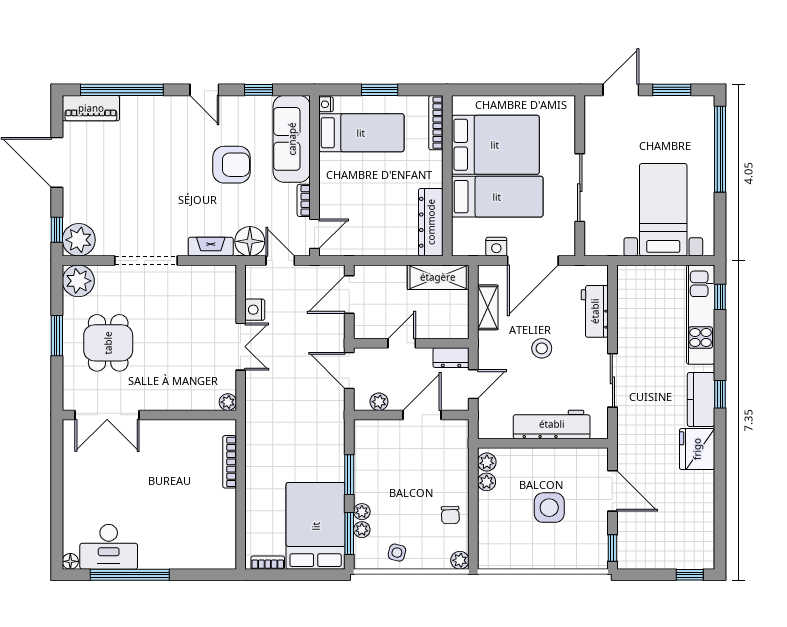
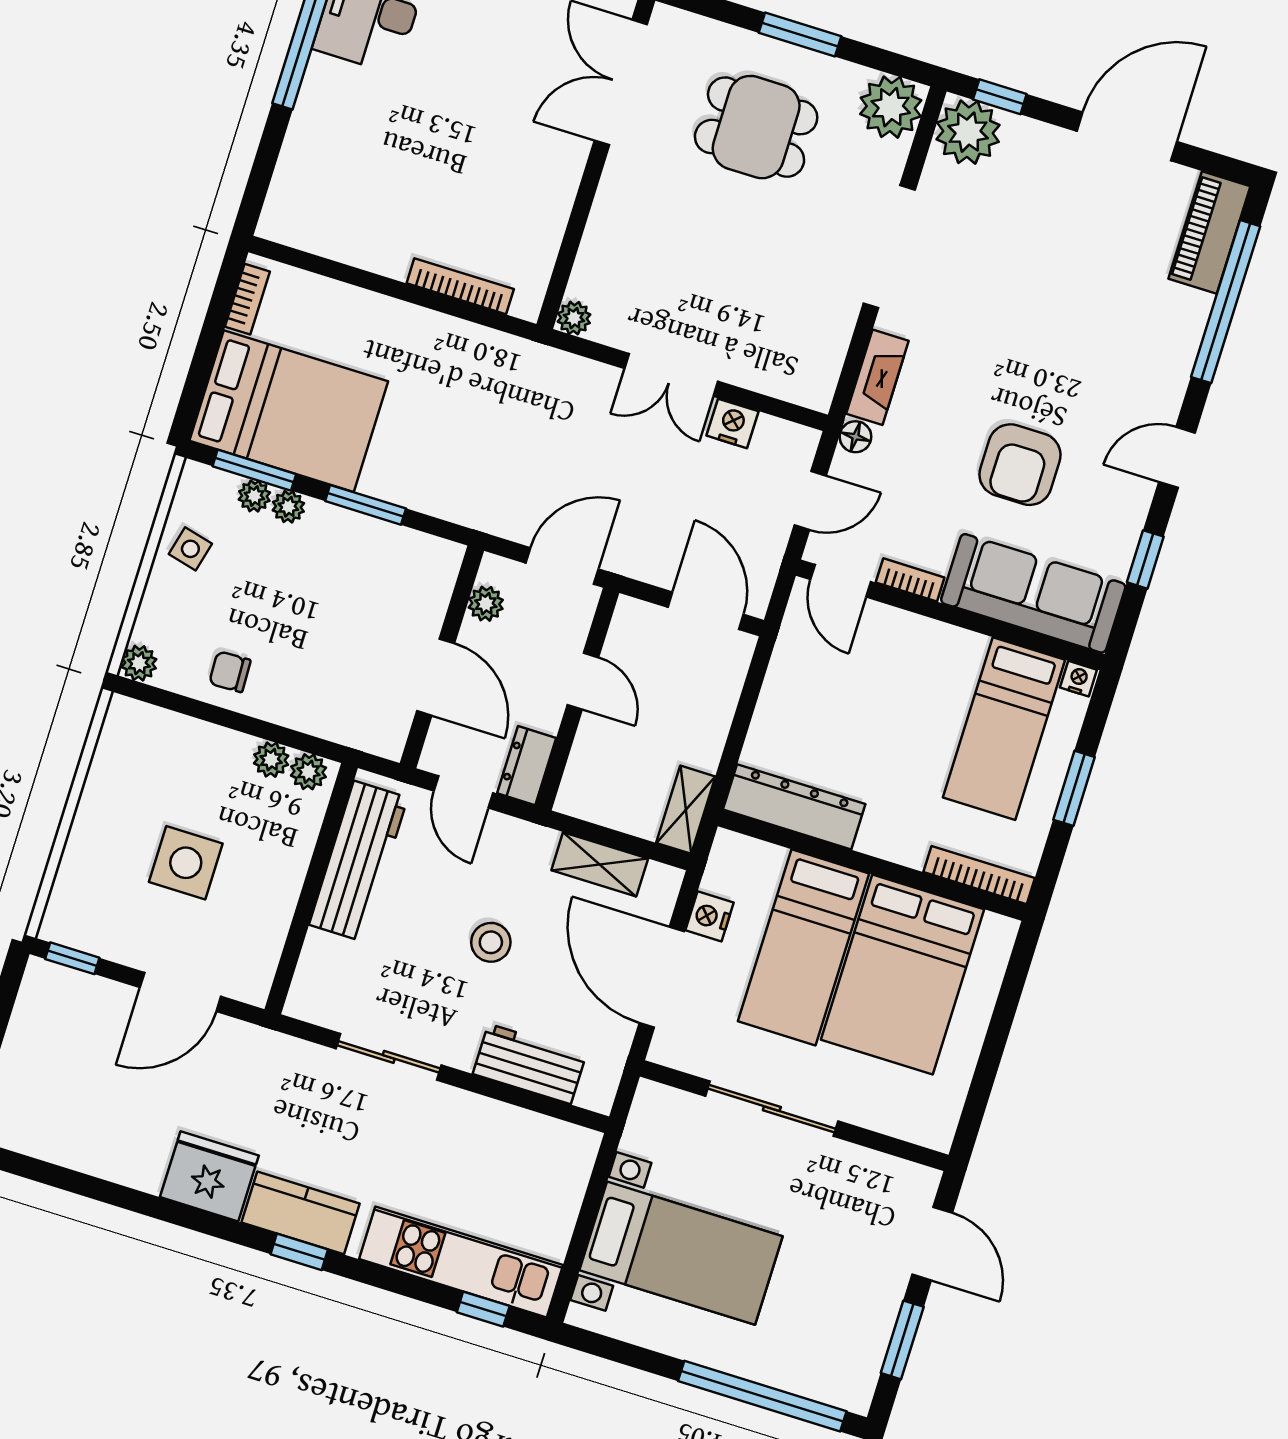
floor lamp: (250, 241) -> (855, 437), width x0.53, depth x0.53
shelving: (438, 277) -> (686, 810), width x0.67, depth x0.75
workbench: (552, 424) -> (358, 861), moved

